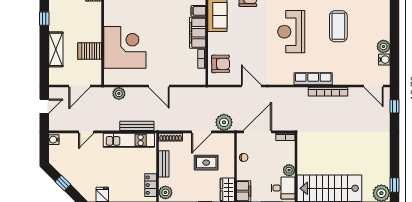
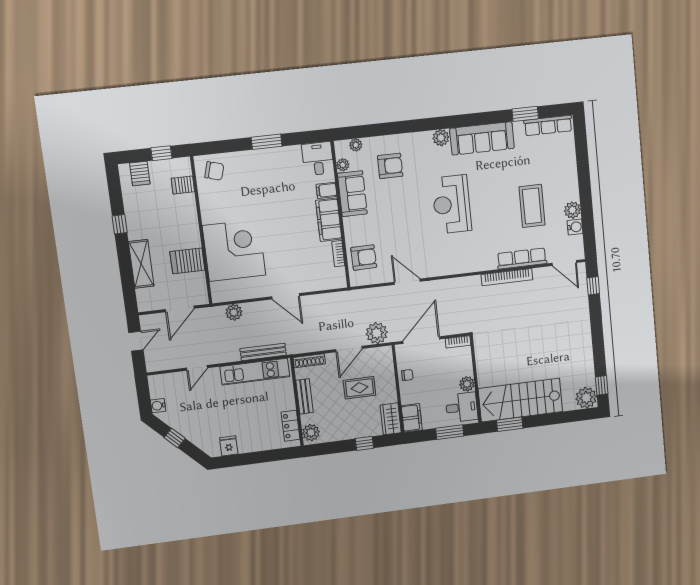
coffee table: (338, 26) -> (532, 206), moved
row of seats: (313, 79) -> (522, 258), moved
water cooler: (54, 140) -> (158, 406), moved

